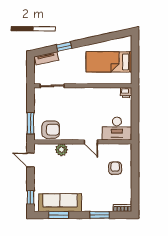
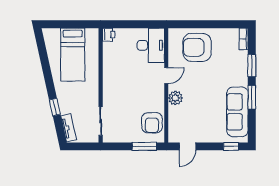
armchair: (51, 130) -> (152, 123), turned 180
plant: (61, 150) -> (175, 98), moved
armchair: (115, 168) -> (197, 47), width x1.88, depth x1.88
window: (59, 215) -> (252, 97), moved

